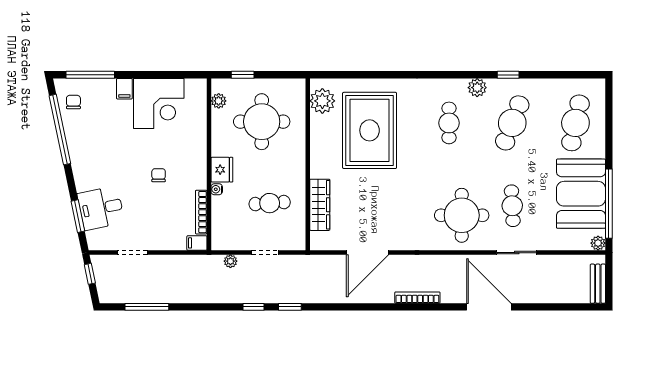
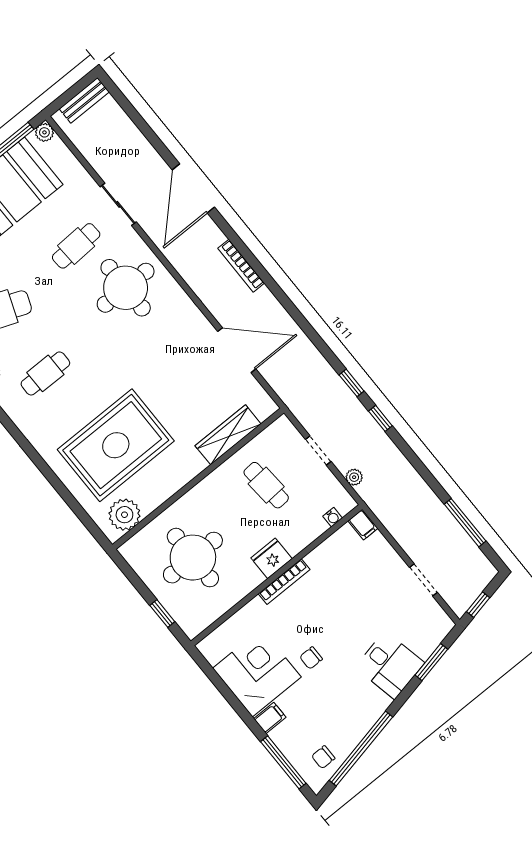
plant: (219, 101) -> (207, 616), removed
chair: (159, 175) -> (311, 658), moved
water cooler: (217, 189) -> (333, 517), moved
desk: (101, 208) -> (390, 665), moved
bookcase: (201, 212) -> (284, 582), moved

